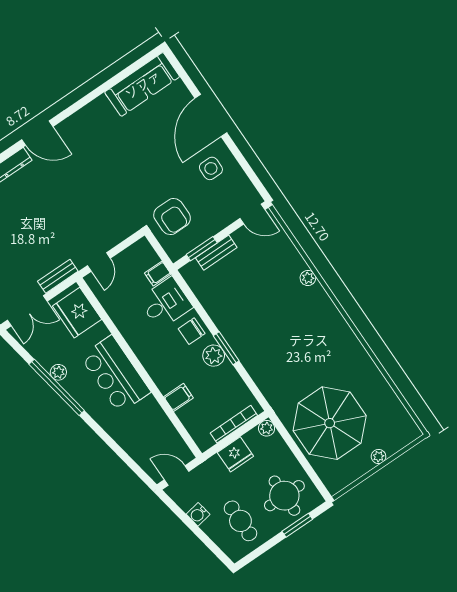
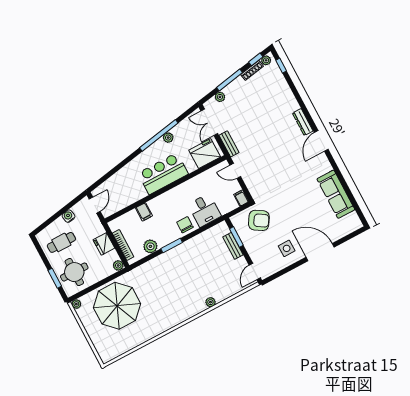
sofa: (142, 84) -> (336, 194), moved
armchair: (172, 217) -> (259, 220), turned -148
filing cabinet: (158, 274) -> (241, 198), moved
plant: (214, 356) -> (150, 246), moved
plant: (379, 457) -> (76, 304), moved

